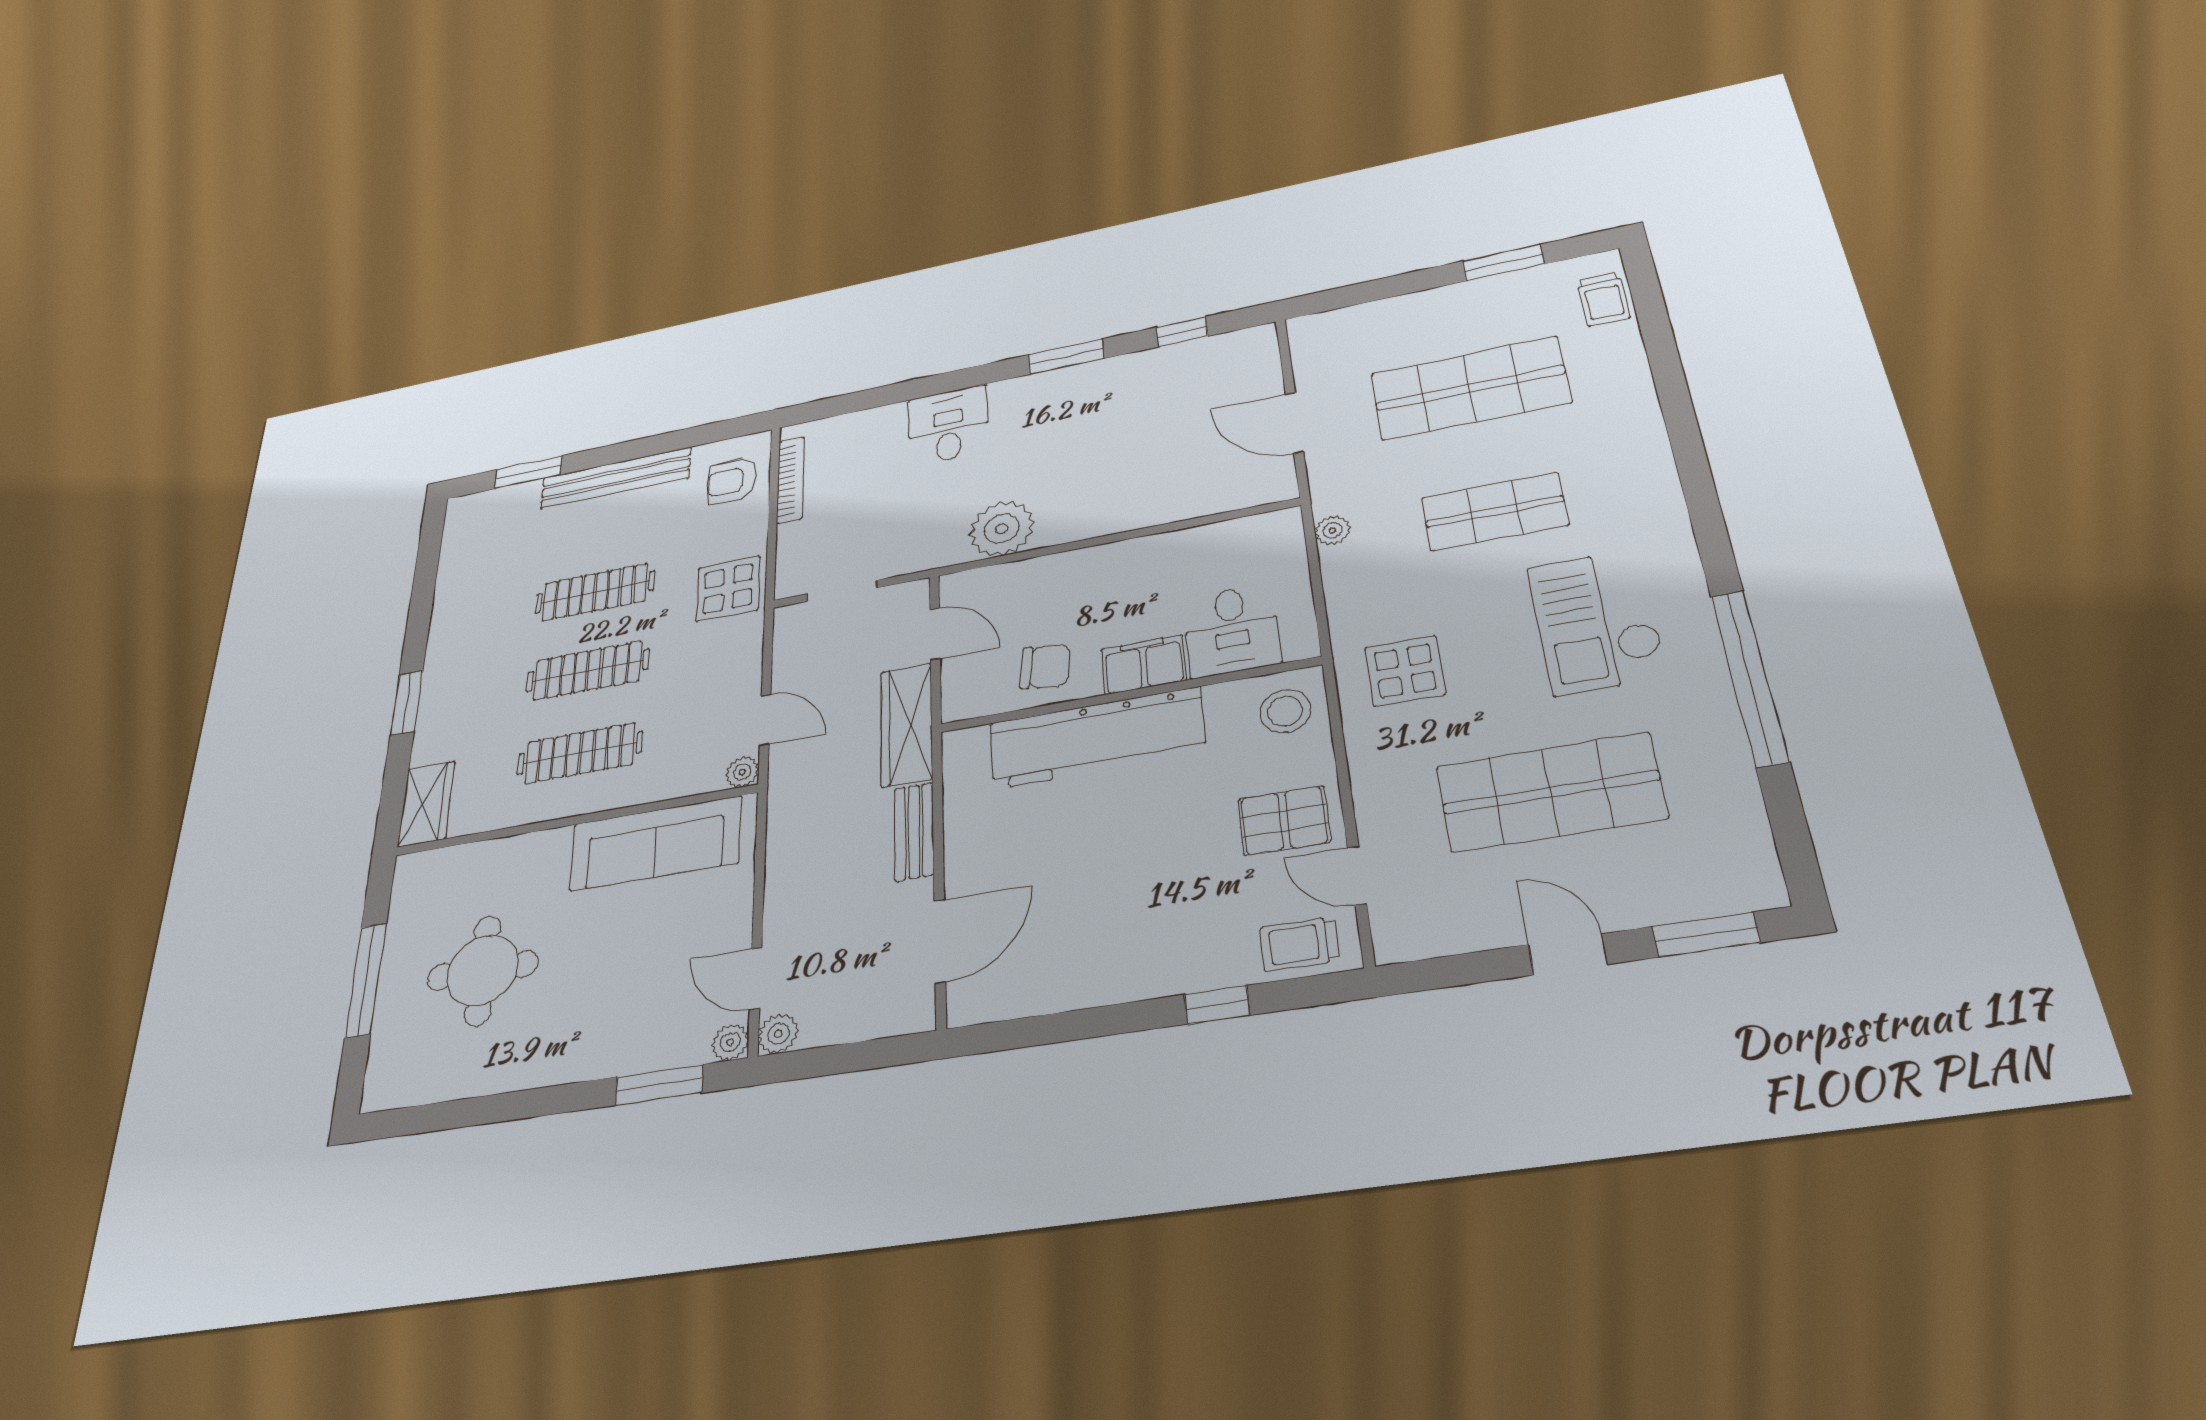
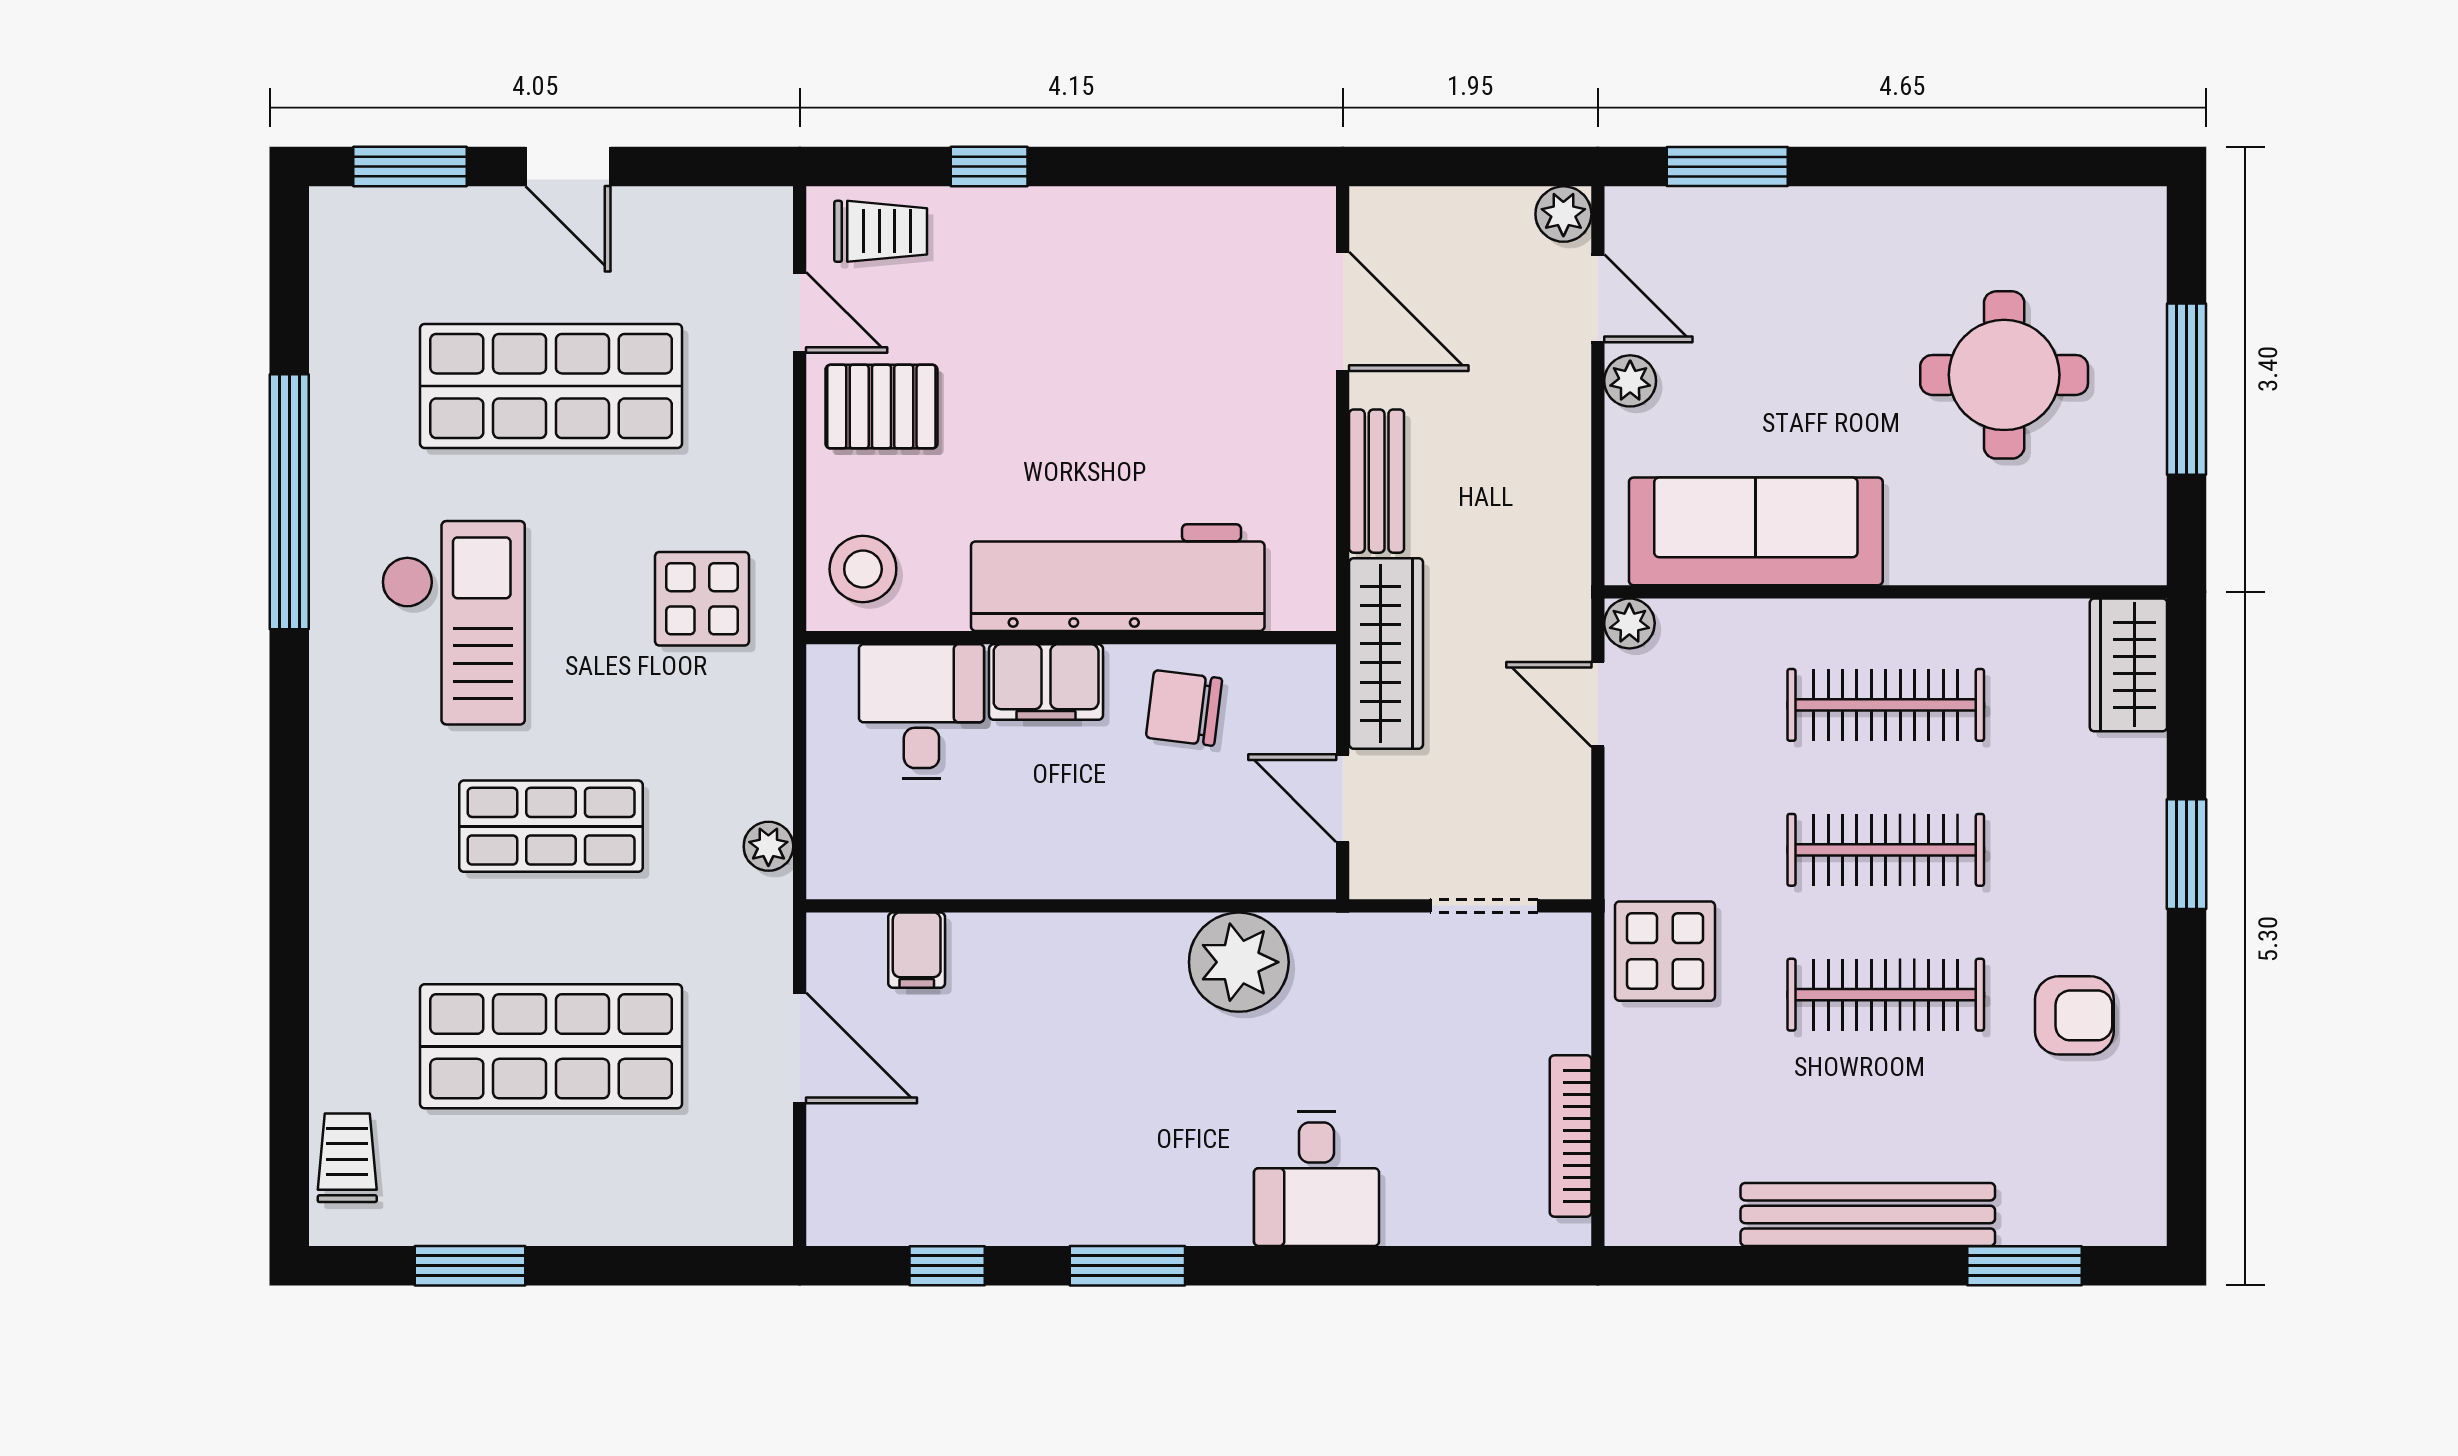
armchair: (732, 481) -> (2074, 1015), moved
filing cabinet: (1220, 492) -> (917, 950), added
door: (940, 941) -> (1343, 311), swing flipped
plant: (730, 1042) -> (1630, 381), moved

